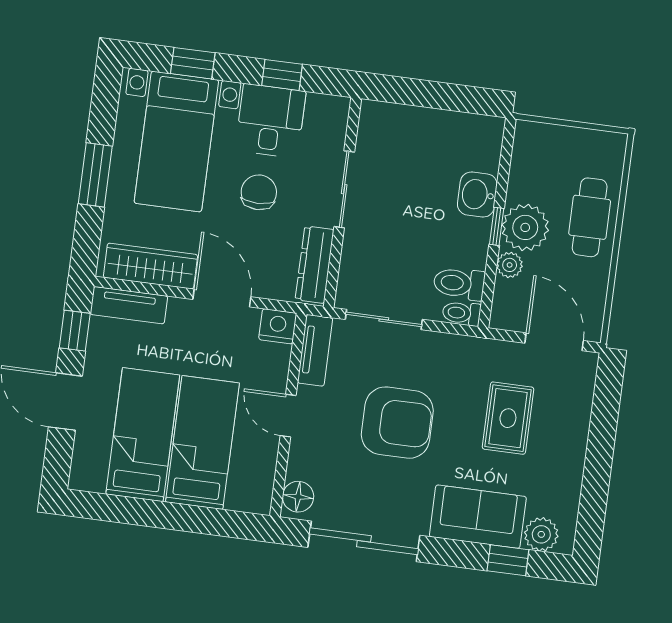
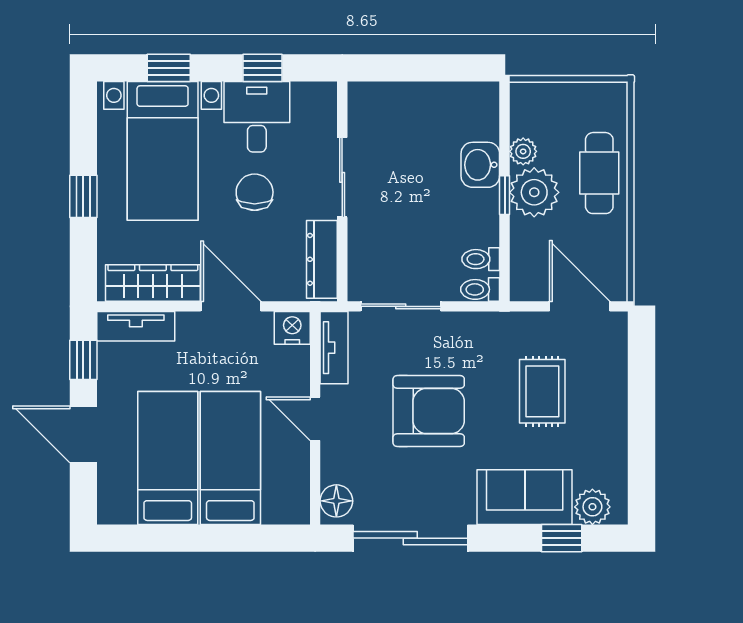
window: (95, 175) -> (83, 196), width x0.67
plant: (510, 265) -> (523, 151), moved
toilet: (459, 284) -> (481, 259), width x0.73, depth x0.72

